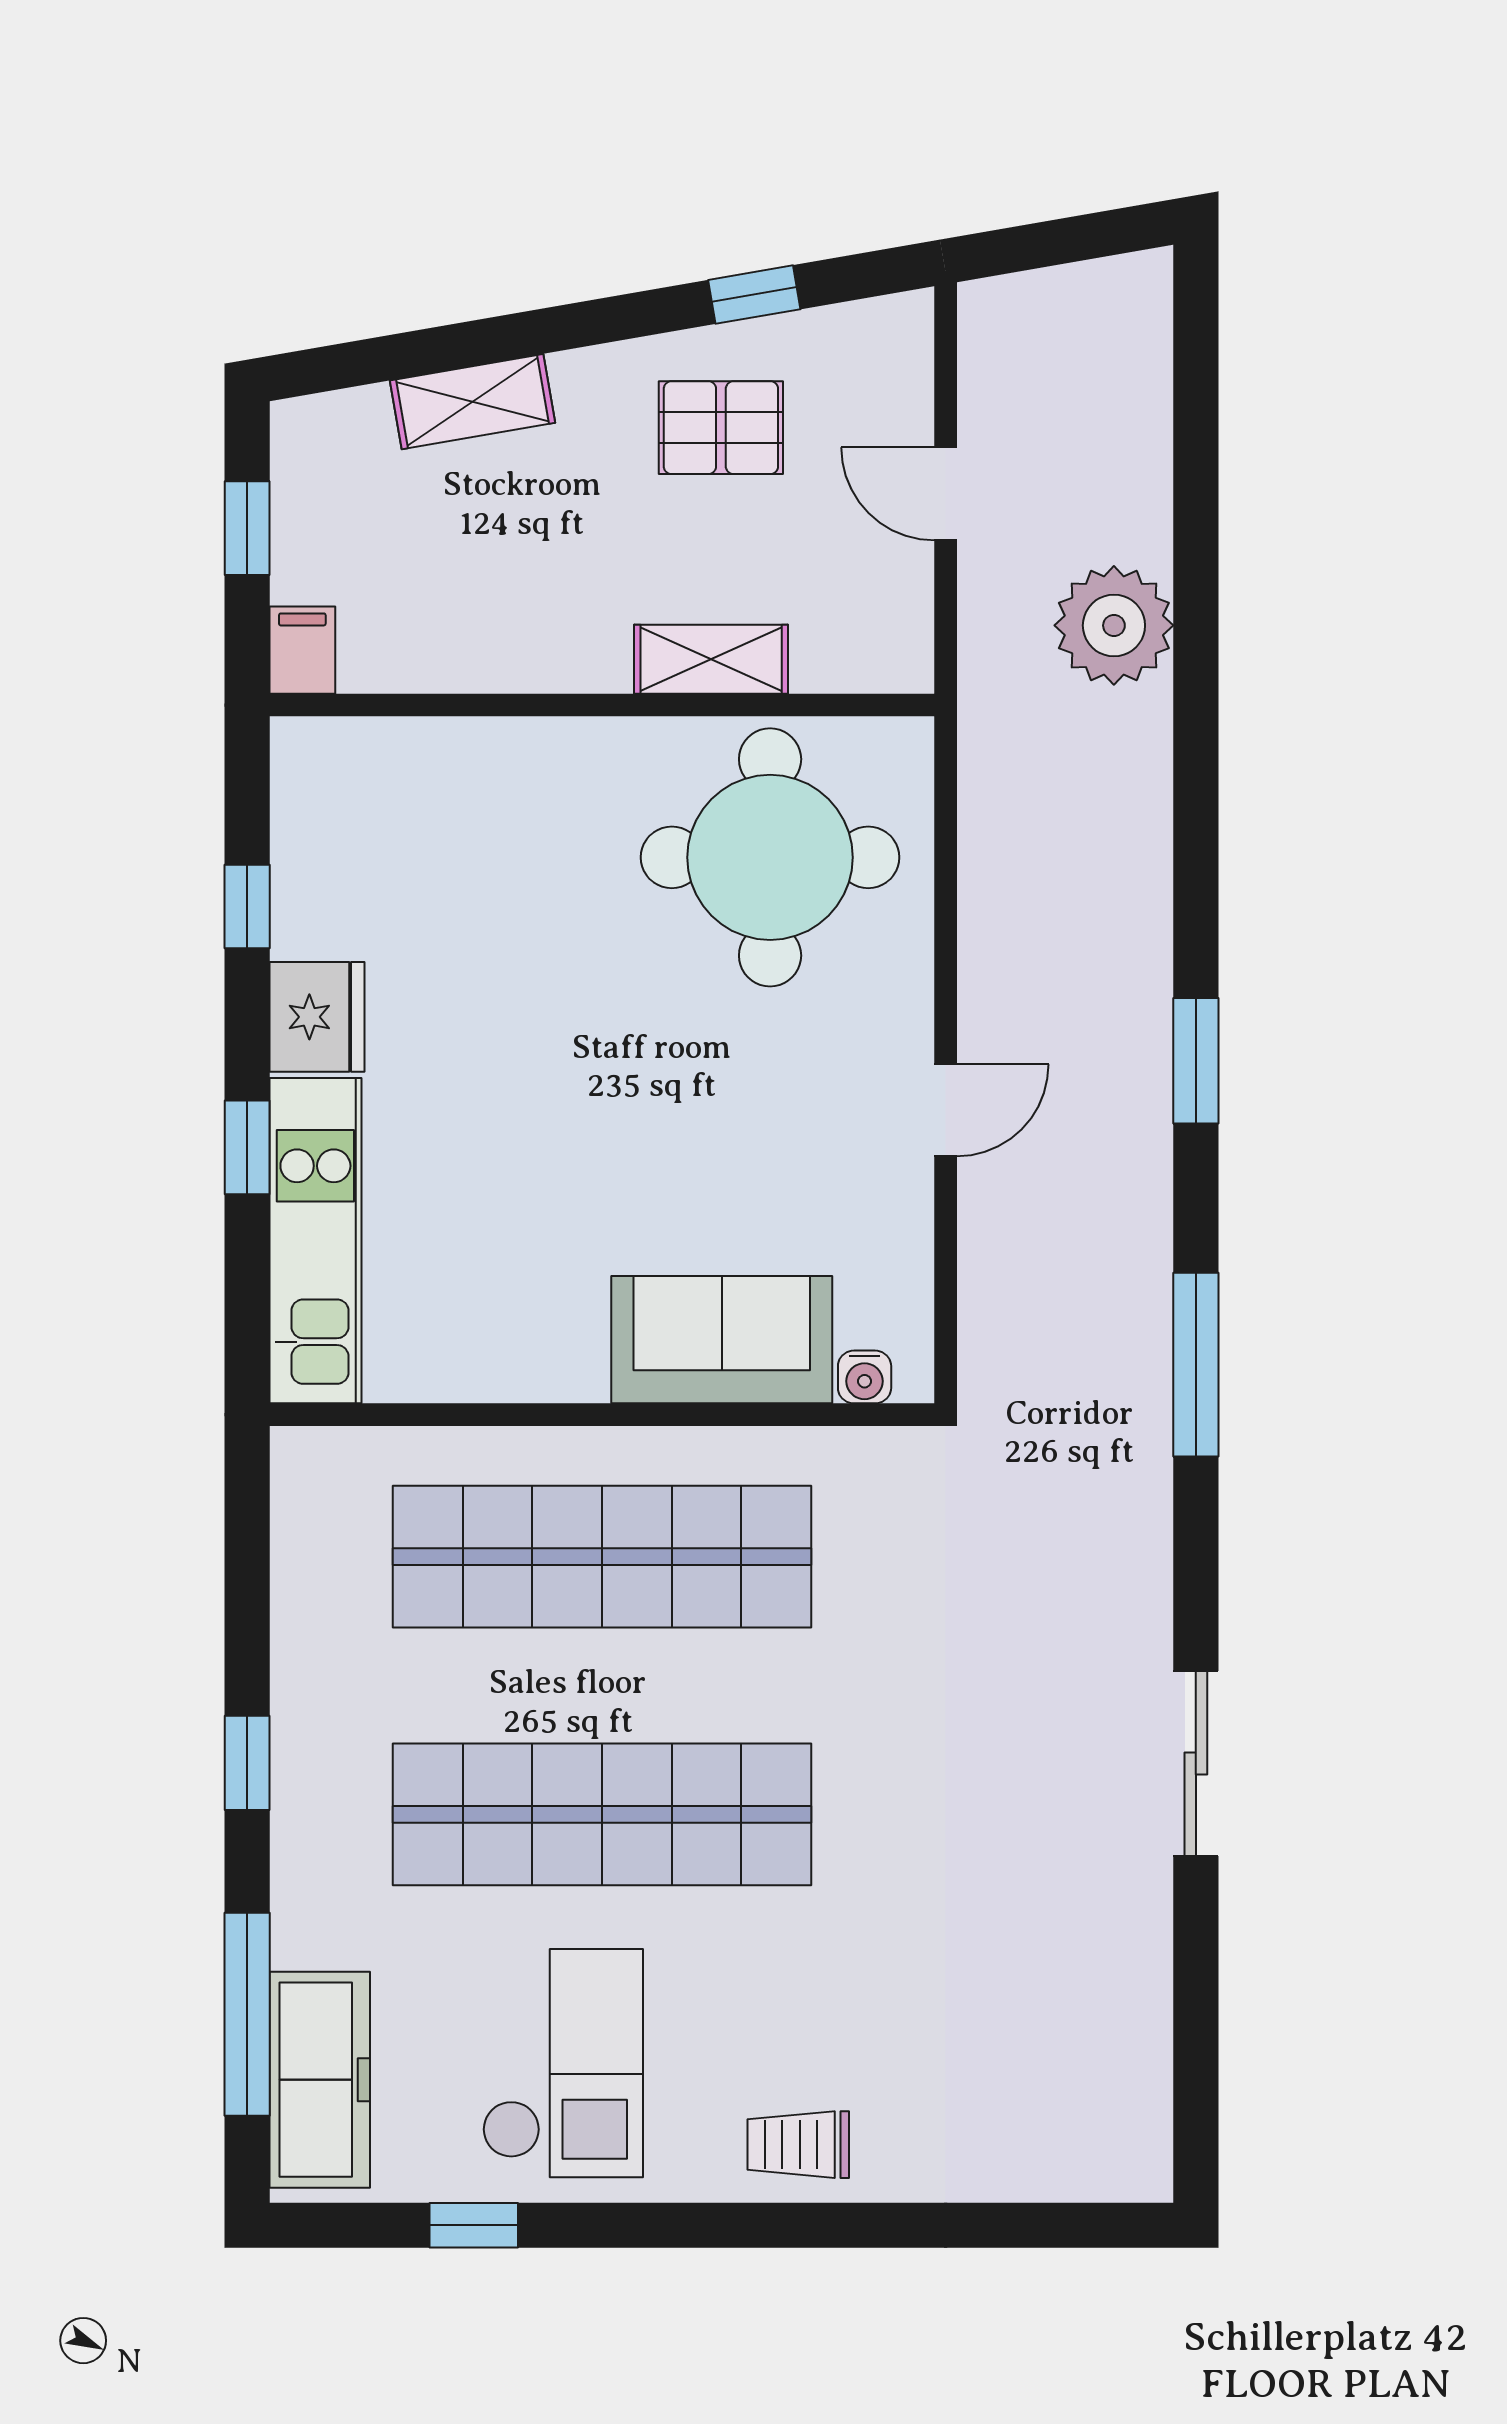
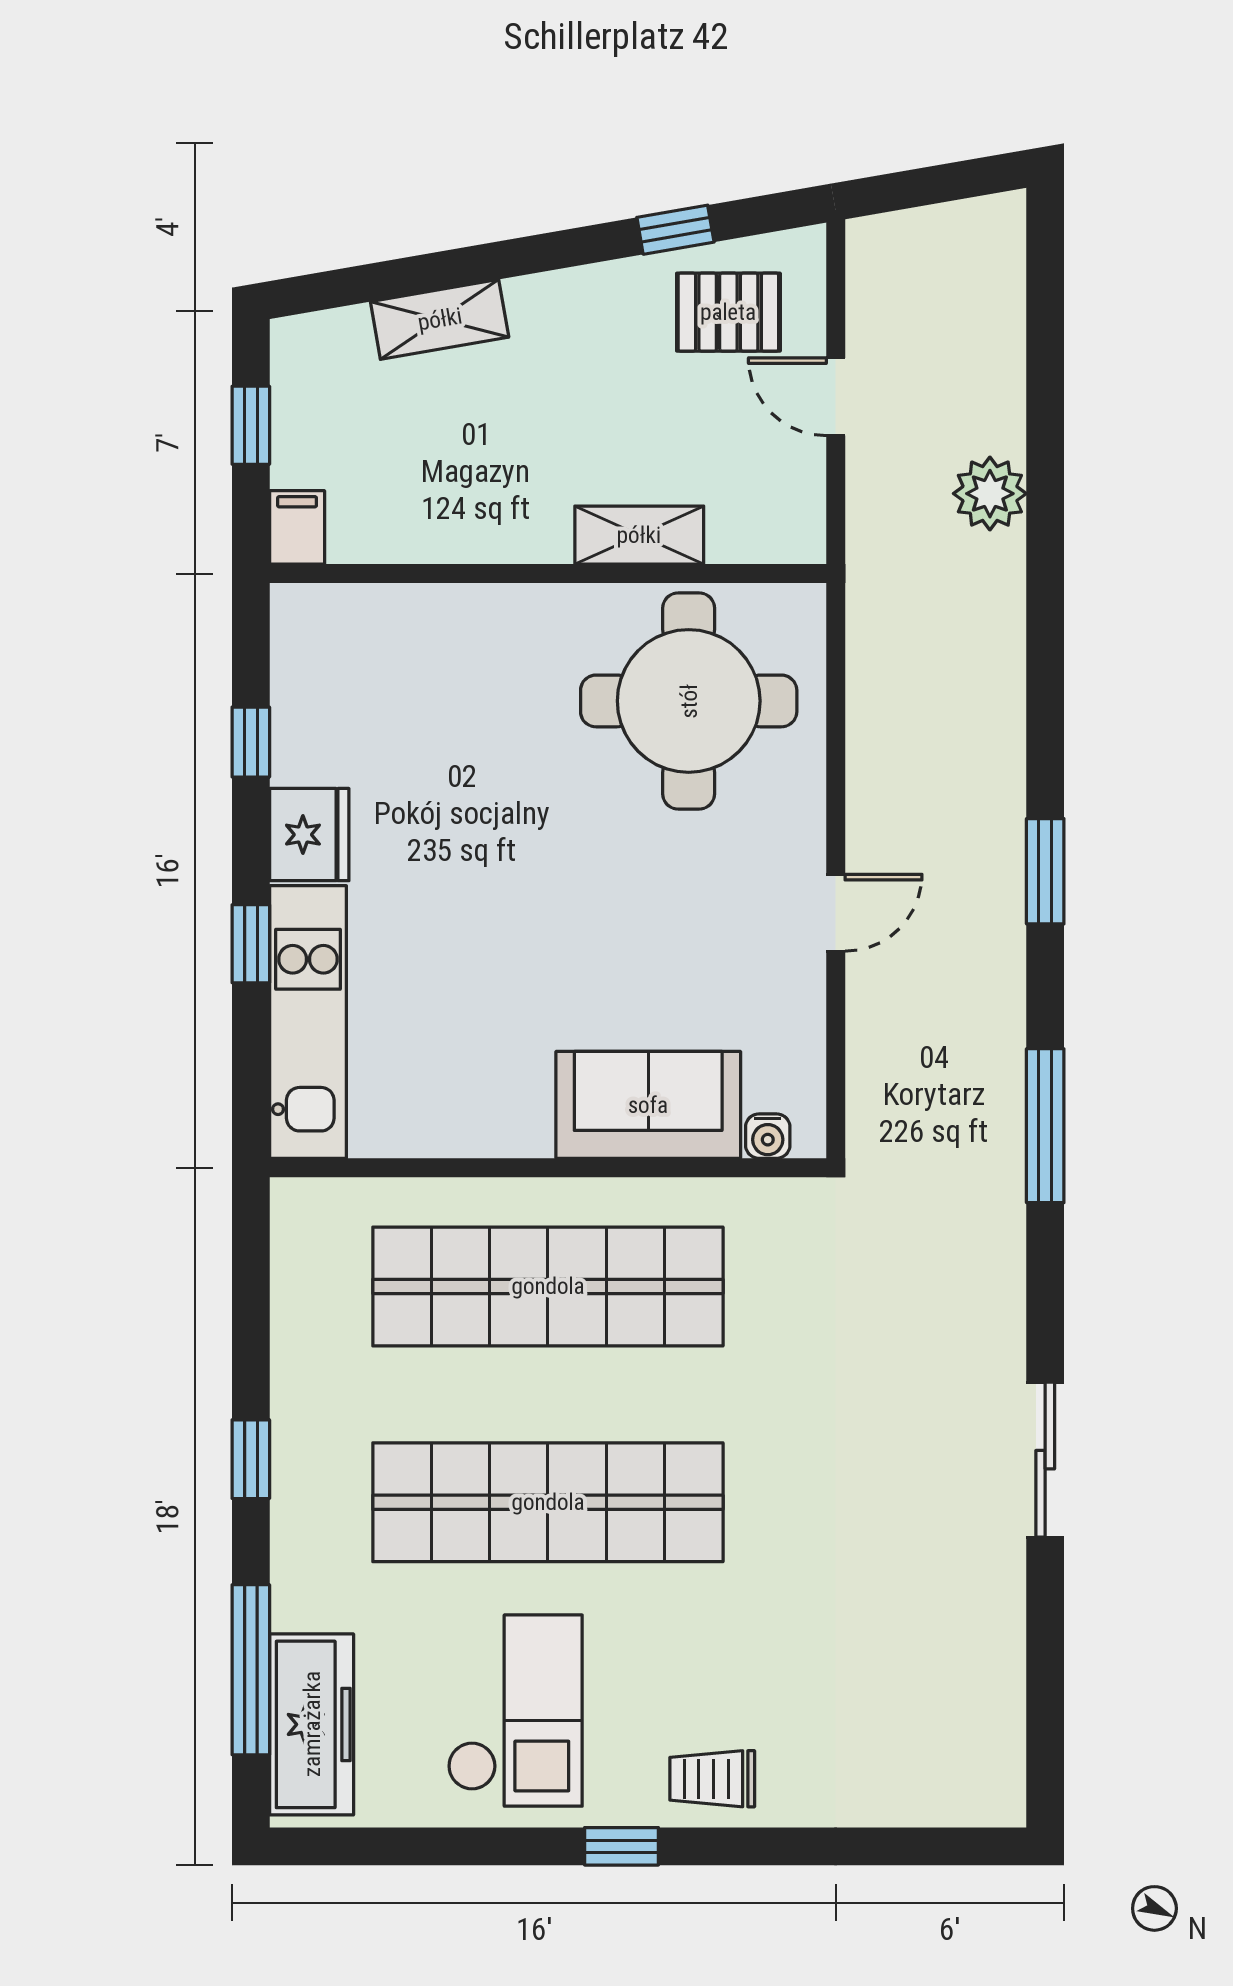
pallet: (721, 428) -> (728, 312), moved
plant: (1114, 625) -> (990, 494), width x0.73, depth x0.73
window: (474, 2225) -> (622, 1846), moved

